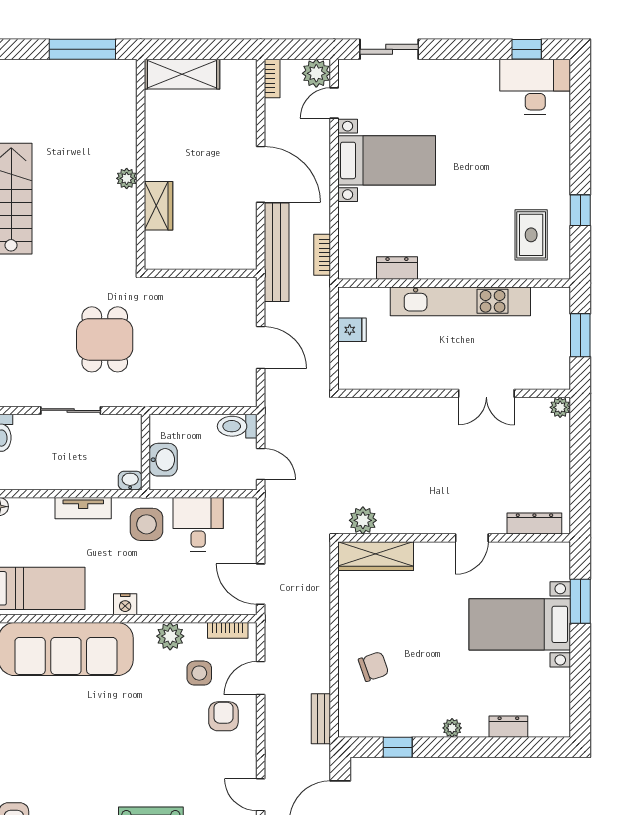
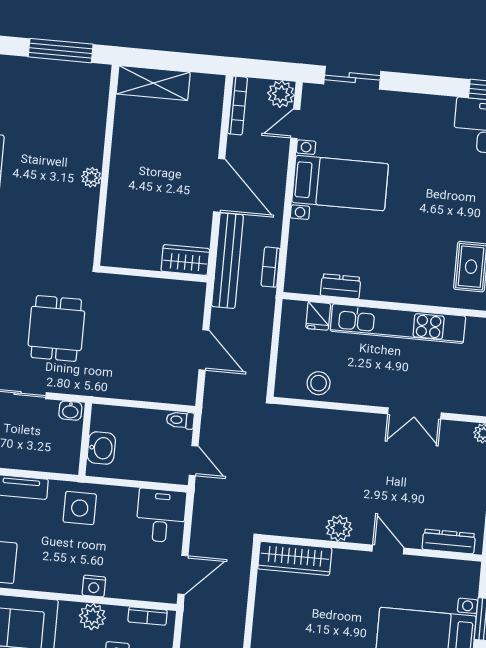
bookcase: (272, 79) -> (238, 106), width x1.56
wardrobe: (159, 206) -> (185, 260), moved, turned -90
fridge: (352, 330) -> (318, 316), moved, turned 90
stool: (383, 371) -> (319, 383), added
toilet: (237, 426) -> (180, 420), width x0.73, depth x0.72
washbasin: (130, 481) -> (70, 411), moved, turned 180
plant: (363, 520) -> (339, 528), moved
desk: (198, 524) -> (161, 516), moved
door: (472, 538) -> (388, 550), swing flipped
door: (261, 584) -> (183, 575), swing flipped
nightstand: (125, 604) -> (94, 586), moved

